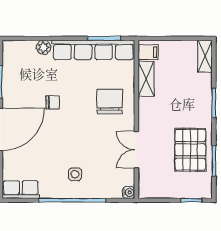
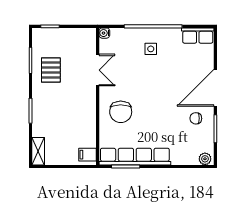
plant: (44, 47) -> (205, 159), moved
shelving: (146, 79) -> (89, 132), removed
chair: (53, 102) -> (196, 118), moved
pallet: (190, 150) -> (51, 70), width x0.67, depth x0.71

